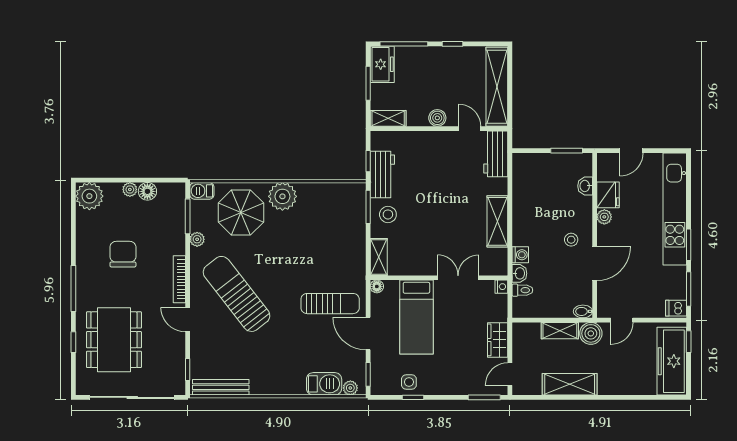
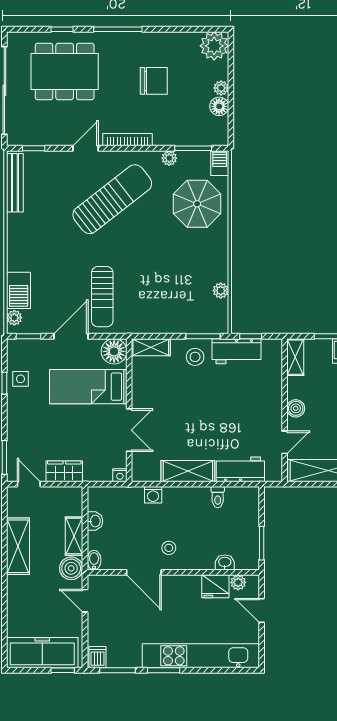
workbench: (496, 154) -> (240, 469), moved
plant: (282, 196) -> (221, 291), moved, width x0.53, depth x0.53
plant: (604, 217) -> (238, 582), moved
washbasin: (519, 273) -> (95, 521), moved, turned -90
floor lamp: (377, 286) -> (114, 351), width x1.89, depth x1.89
toilet: (522, 290) -> (218, 497), moved

